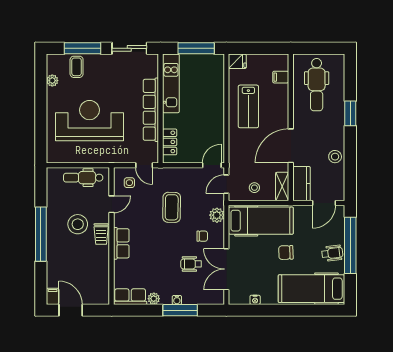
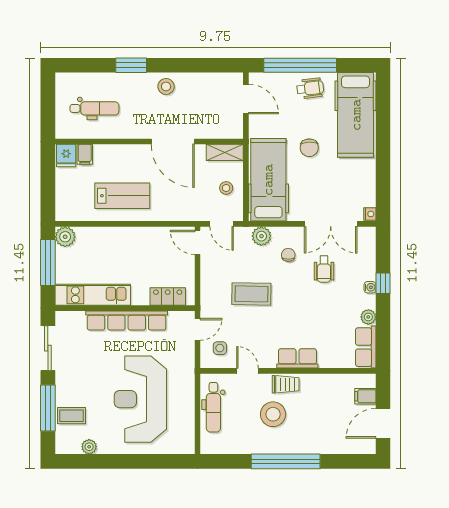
fridge: (237, 61) -> (66, 155), moved, turned 180
plant: (216, 62) -> (65, 237), added
dental chair: (317, 85) -> (94, 108), width x0.73, depth x0.72
stool: (335, 157) -> (166, 86), moved
kitchen counter: (302, 184) -> (221, 128), removed
wheelchair: (332, 253) -> (310, 88), turned 90
filing cabinet: (53, 296) -> (365, 396), moved
nightstand: (255, 300) -> (370, 214), moved
window: (180, 310) -> (383, 283), width x0.46

